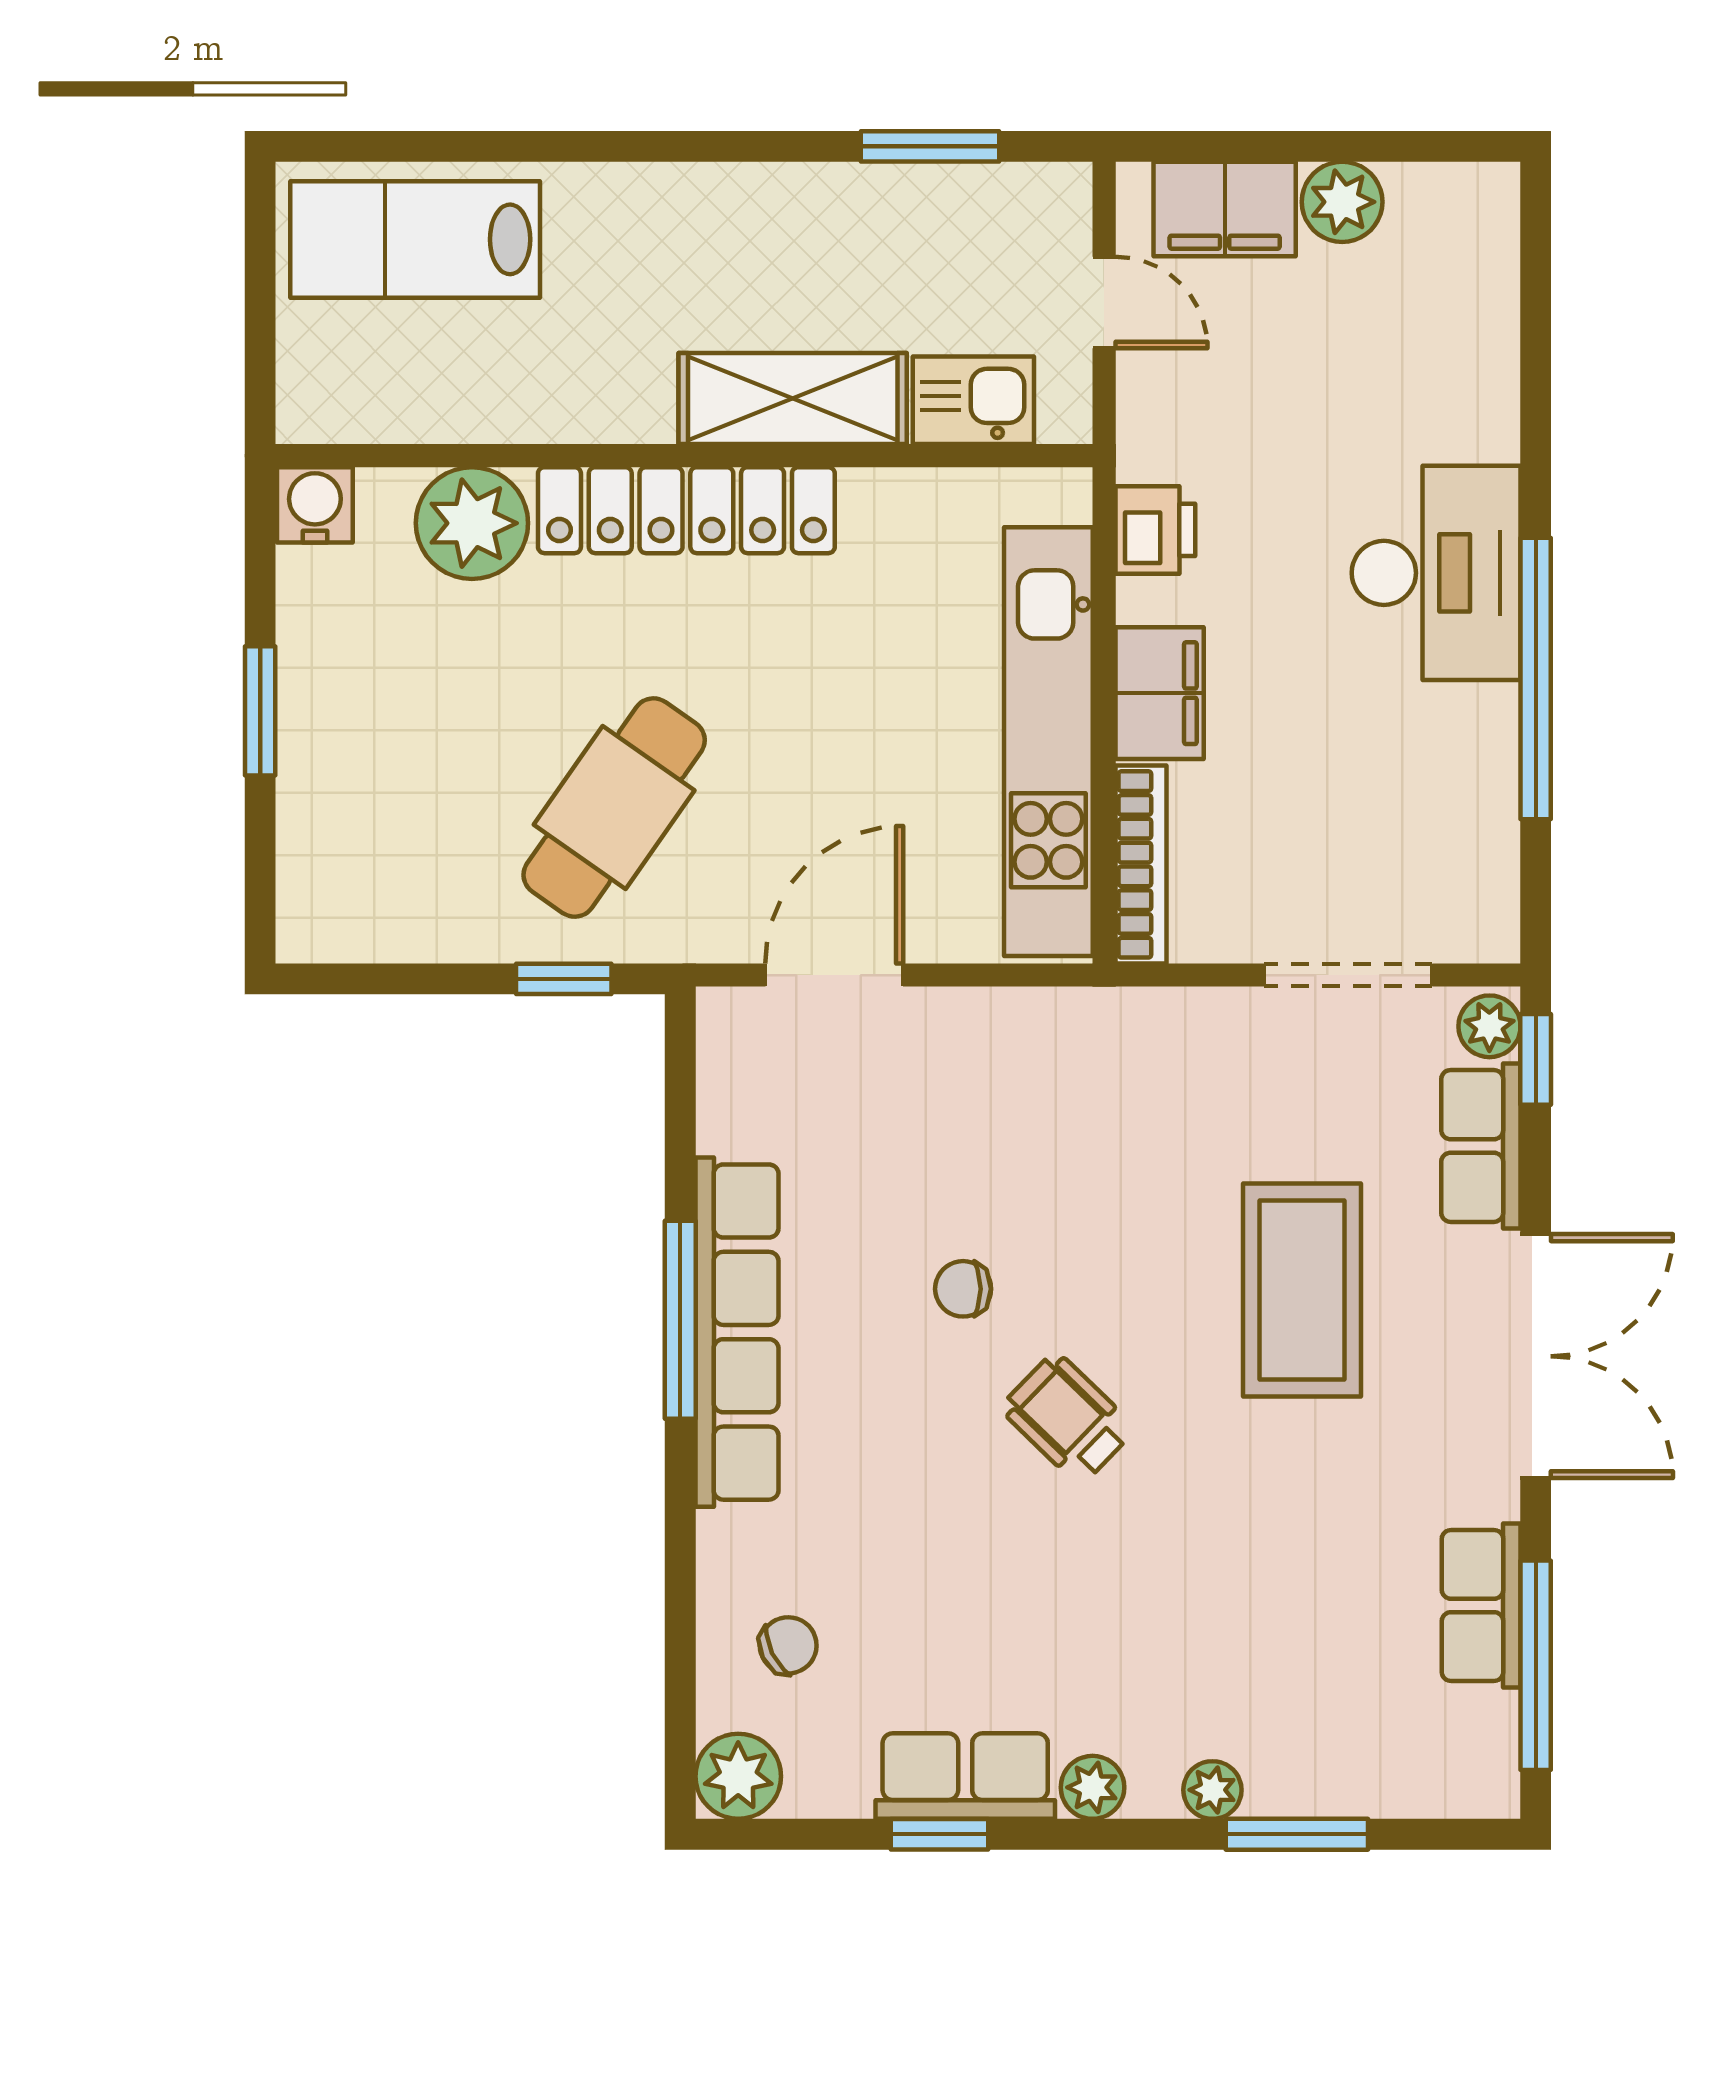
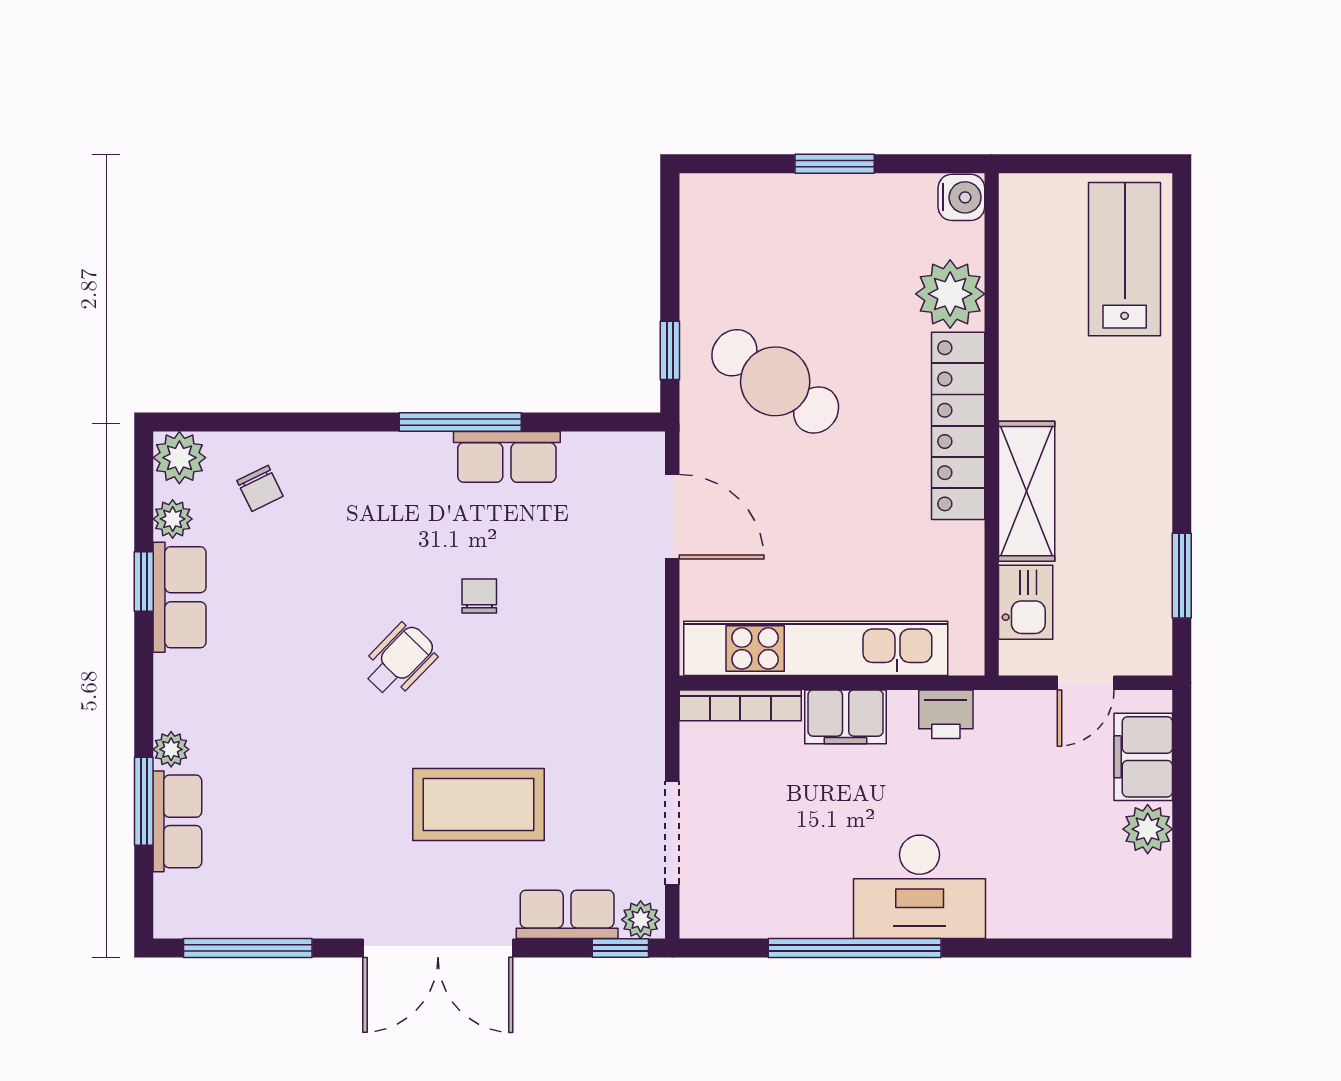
row of seats: (737, 1332) -> (507, 457), width x0.50
row of seats: (1481, 1605) -> (177, 821), moved, turned 90
plant: (1093, 1787) -> (173, 519), moved

